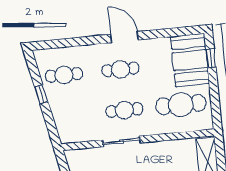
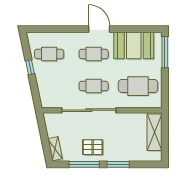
window: (211, 58) -> (165, 52), width x2.17
booth: (190, 60) -> (134, 46), moved, turned 90
sliding door: (121, 141) -> (89, 110), width x1.86

